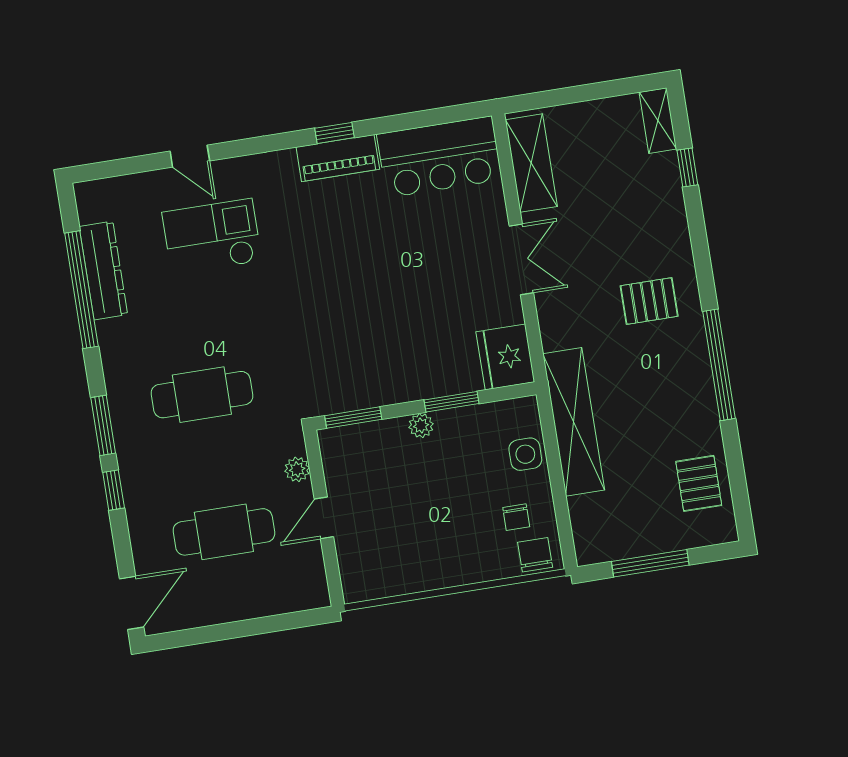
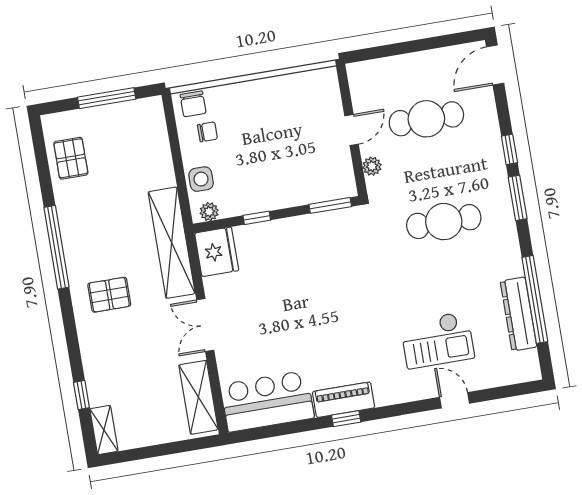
window: (451, 402) -> (257, 218), width x0.67
shelving: (574, 422) -> (172, 243), moved
plant: (421, 426) -> (209, 212), moved
chair: (516, 517) -> (207, 132), turned 90

